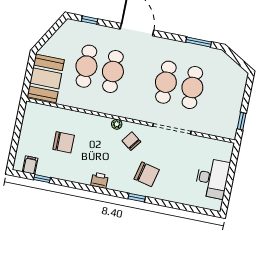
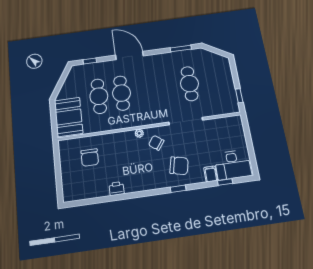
cafe table: (166, 82) -> (167, 87), removed
chair: (64, 142) -> (90, 157), moved, turned 90
filing cabinet: (30, 165) -> (211, 174), moved
desk: (212, 178) -> (233, 165), moved, turned 90
window: (42, 179) -> (225, 182), moved
printer: (100, 180) -> (117, 189), moved

